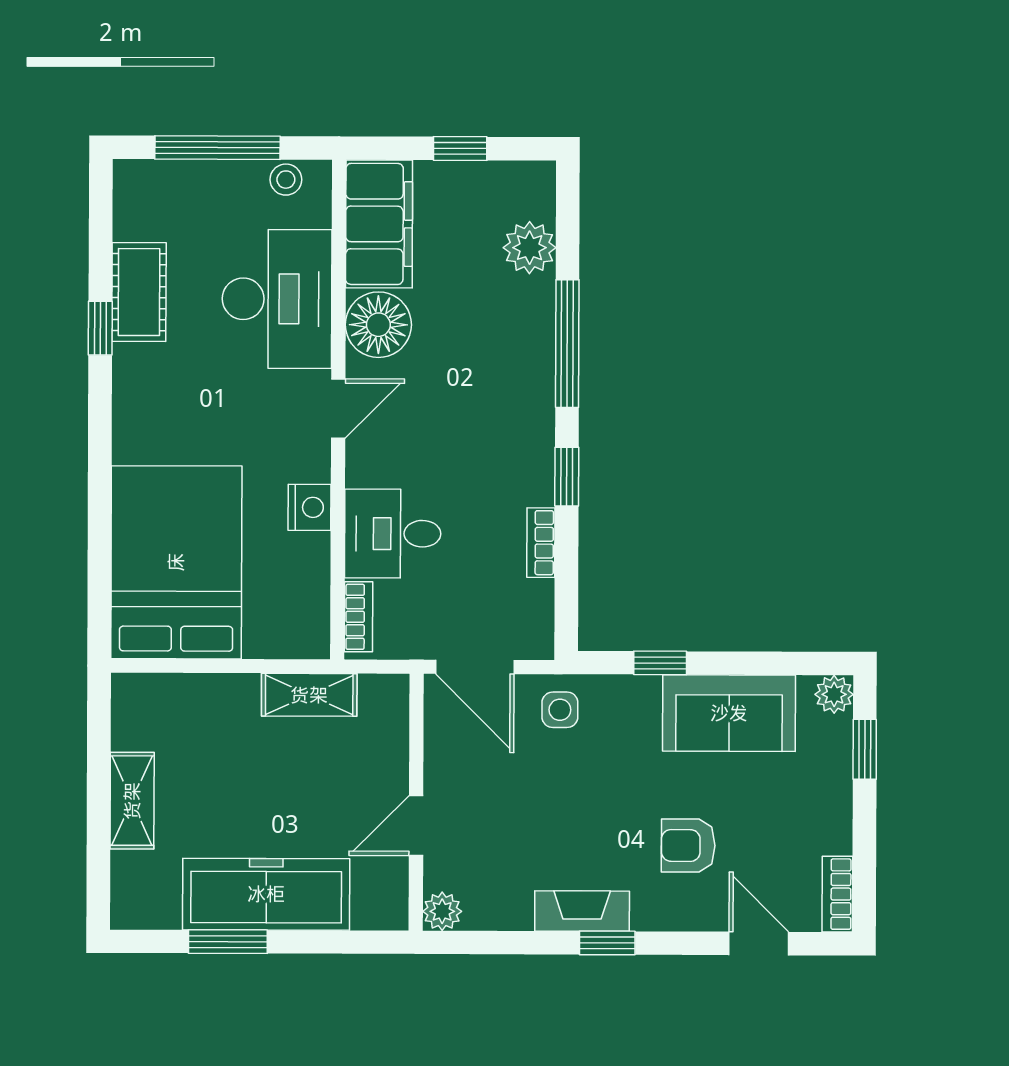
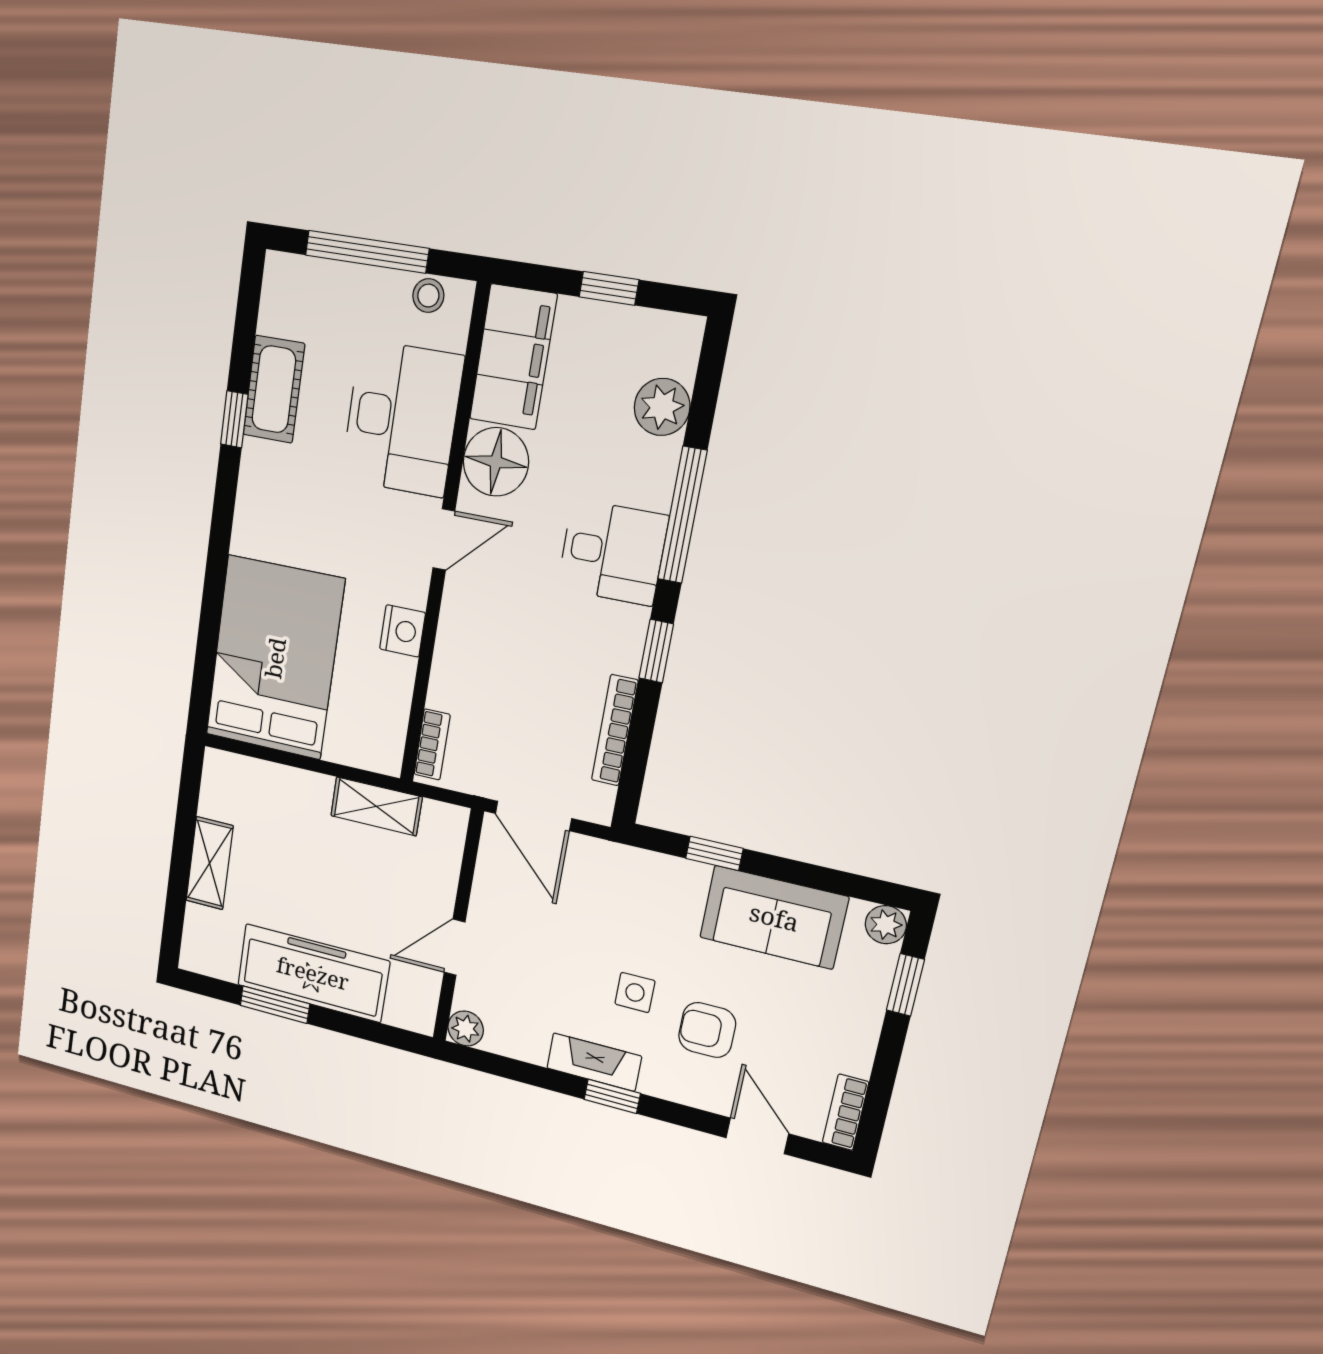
desk: (393, 534) -> (613, 552), moved, turned 180
bookcase: (541, 543) -> (615, 730), width x1.56
side table: (560, 710) -> (635, 992), moved

